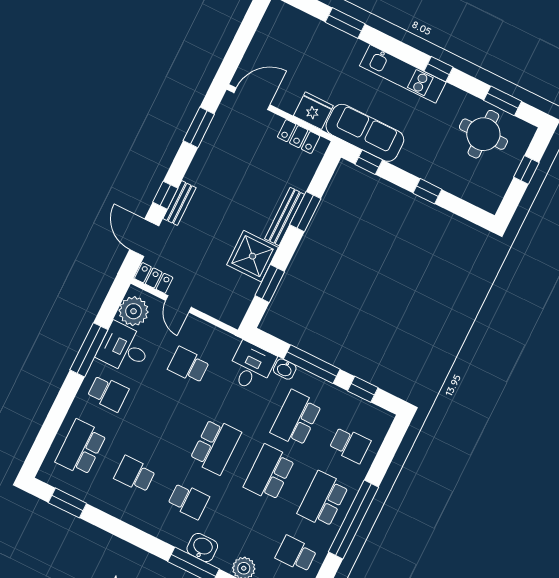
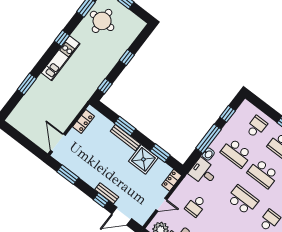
fridge: (313, 111) -> (71, 111), removed
sofa: (365, 133) -> (89, 85), removed
locker: (154, 278) -> (172, 180), moved

